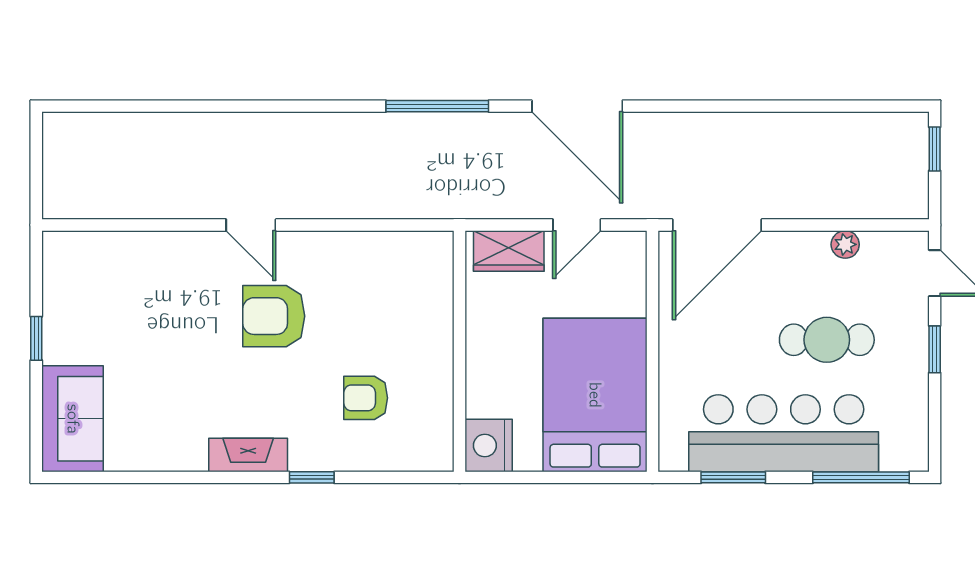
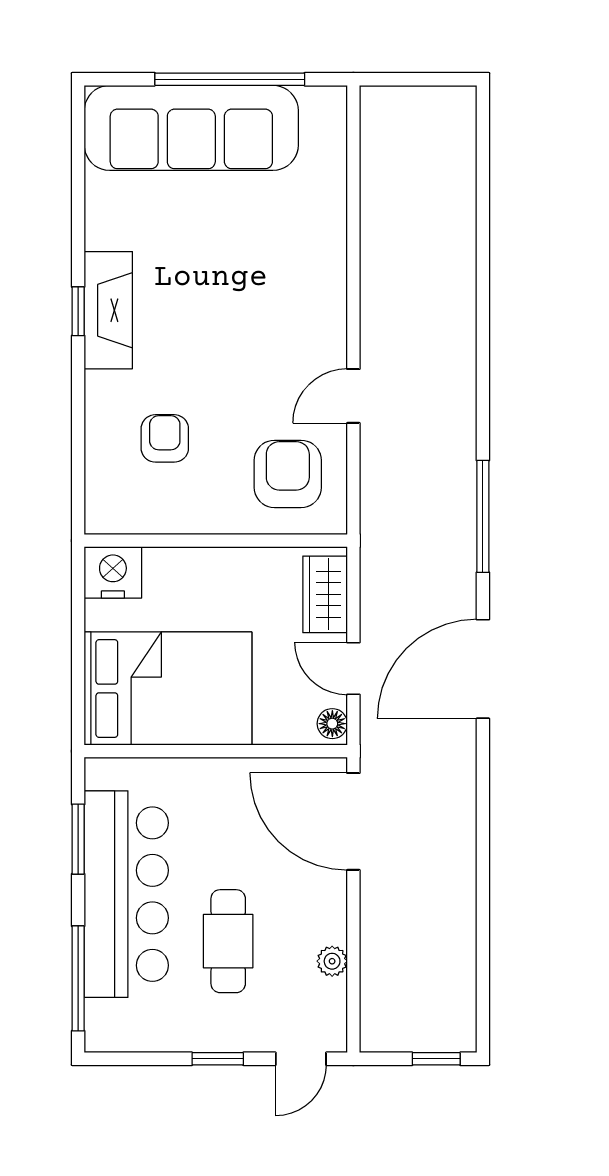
door: (251, 225) -> (353, 396), moved
floor lamp: (627, 244) -> (332, 724), added
armchair: (274, 316) -> (288, 474), moved
window: (36, 338) -> (230, 79), width x3.17
sofa: (73, 419) -> (191, 128), width x1.85, depth x1.27
fireplace: (248, 455) -> (108, 310), width x1.37, depth x1.32
window: (312, 477) -> (78, 311), moved

